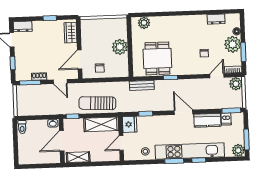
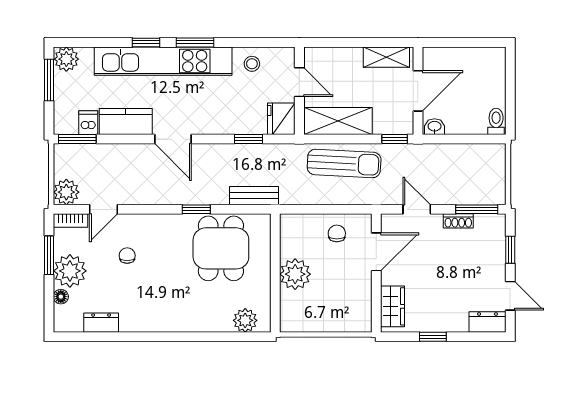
door: (121, 143) -> (299, 82), hinge flipped

